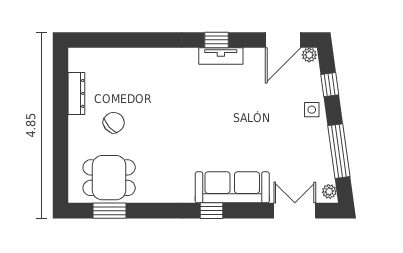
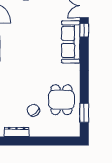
dining table: (109, 178) -> (61, 100), moved
window: (212, 211) -> (84, 30), moved

